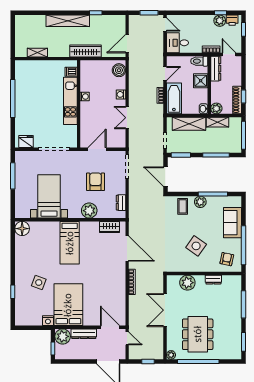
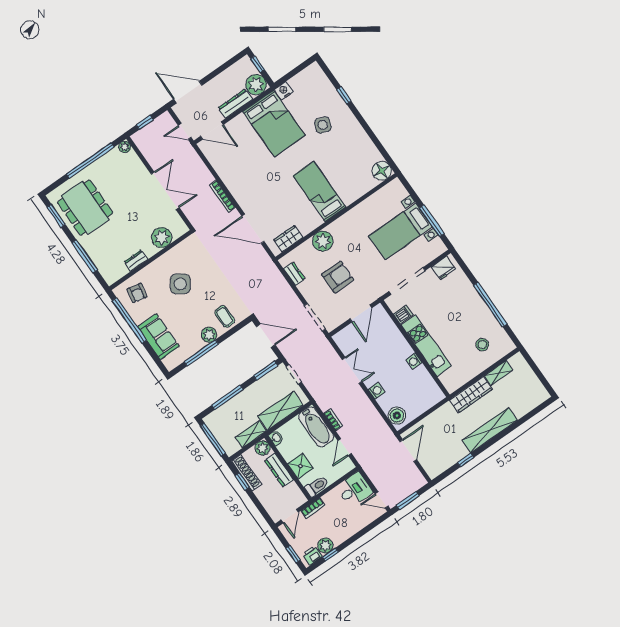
wardrobe: (85, 51) -> (471, 395), moved
door: (229, 54) -> (290, 516), hinge flipped
dresser: (216, 69) -> (279, 470), moved
dishwasher: (71, 72) -> (403, 314), moved
stool: (35, 77) -> (482, 345), added
armchair: (96, 182) -> (338, 277), turned -90
bed with nightstands: (49, 196) -> (401, 231), moved, turned 90
dining table: (198, 334) -> (85, 208), moved

